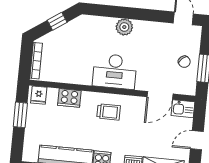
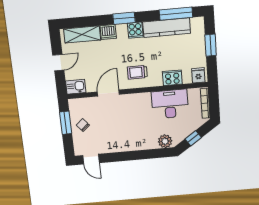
plant: (124, 27) -> (165, 141), moved
desk: (115, 71) -> (170, 104), moved
door: (160, 95) -> (108, 93), moved
window: (20, 115) -> (211, 45), moved

